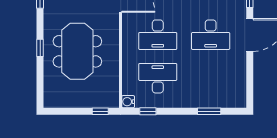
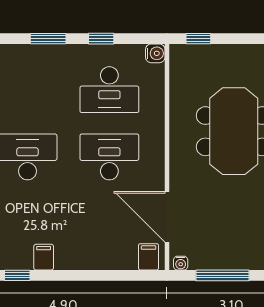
window: (148, 111) -> (101, 39), moved
window: (209, 111) -> (48, 39), moved

